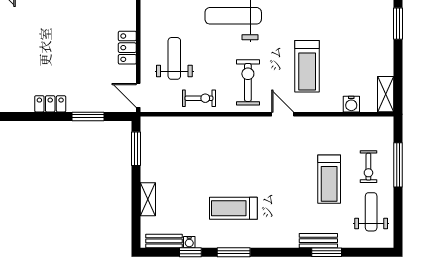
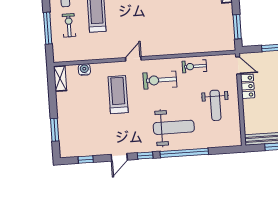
locker: (127, 48) -> (248, 86), moved
weight bench: (174, 58) -> (216, 105), moved
exercise bike: (248, 82) -> (160, 80), turned 90
door: (283, 114) -> (133, 59), swing flipped

